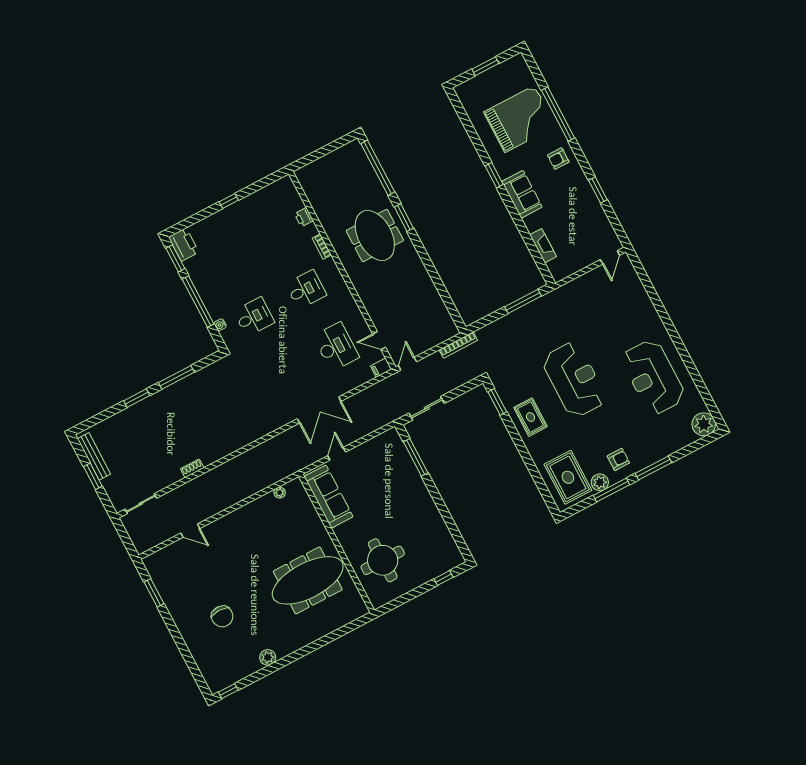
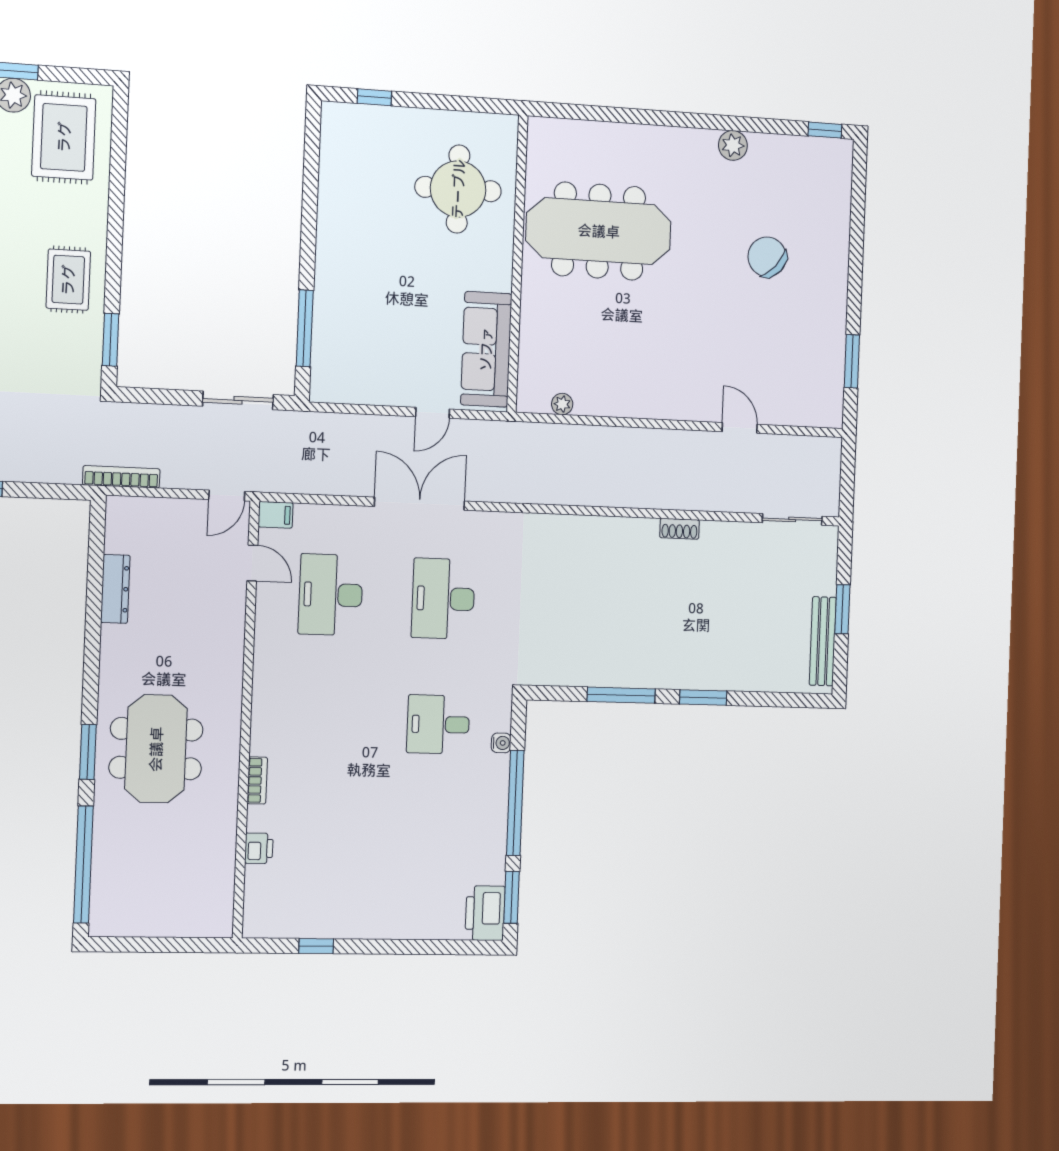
window: (229, 201) -> (316, 946), moved
desk: (306, 289) -> (443, 599), moved, width x1.37
dresser: (433, 295) -> (115, 589), added
chair: (222, 616) -> (767, 257), turned -48

